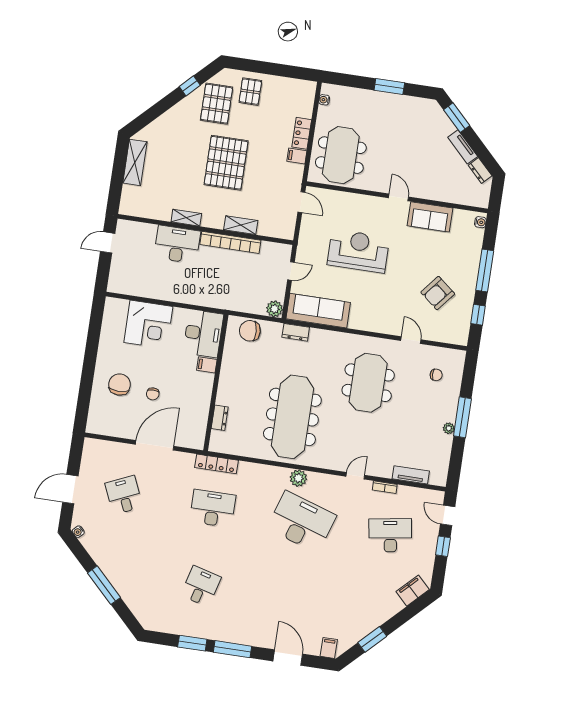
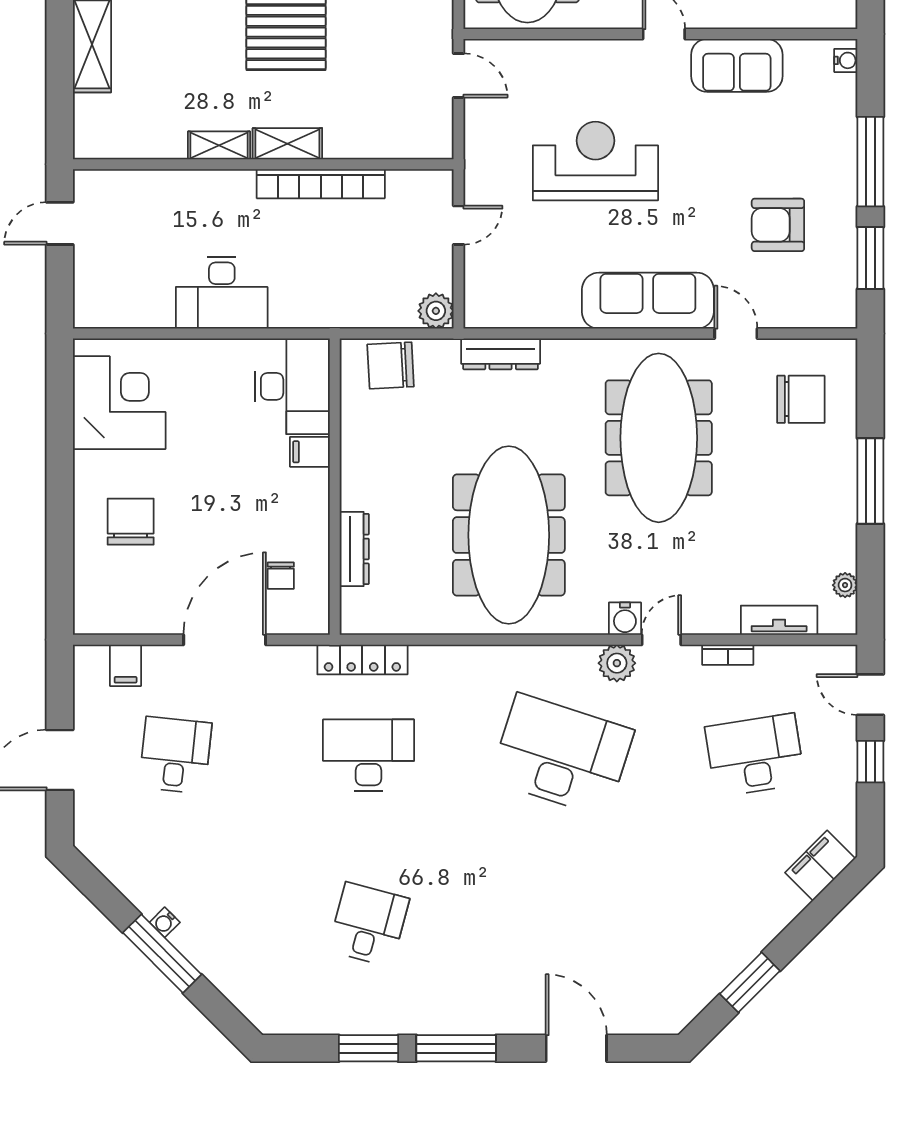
shelving: (241, 225) -> (287, 144), moved
desk: (177, 244) -> (222, 293), moved, turned 180
armchair: (438, 293) -> (778, 225), turned 51
sofa: (318, 311) -> (648, 301), moved
window: (478, 315) -> (870, 258), width x1.50
corner desk: (148, 325) -> (119, 403), moved, turned -90
dresser: (296, 332) -> (501, 354), width x1.44
chair: (436, 375) -> (801, 399), width x1.87, depth x1.87
meeting table: (368, 383) -> (659, 438), width x1.36
chair: (153, 394) -> (281, 576), moved
dresser: (220, 418) -> (354, 549), width x1.44
plant: (449, 428) -> (845, 585), moved
water cooler: (340, 463) -> (625, 619), added
plant: (298, 478) -> (617, 663), moved
desk: (124, 495) -> (175, 755), turned 30
water cooler: (78, 532) -> (165, 922), moved
filing cabinet: (329, 648) -> (126, 665), moved, turned 180

